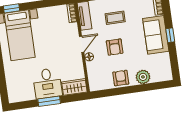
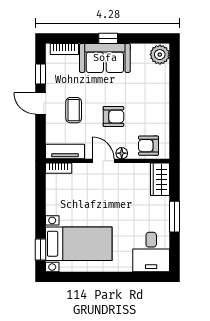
plant: (143, 77) -> (160, 55), moved
armchair: (121, 78) -> (149, 146), moved
desk: (47, 83) -> (151, 252), moved, turned 90

